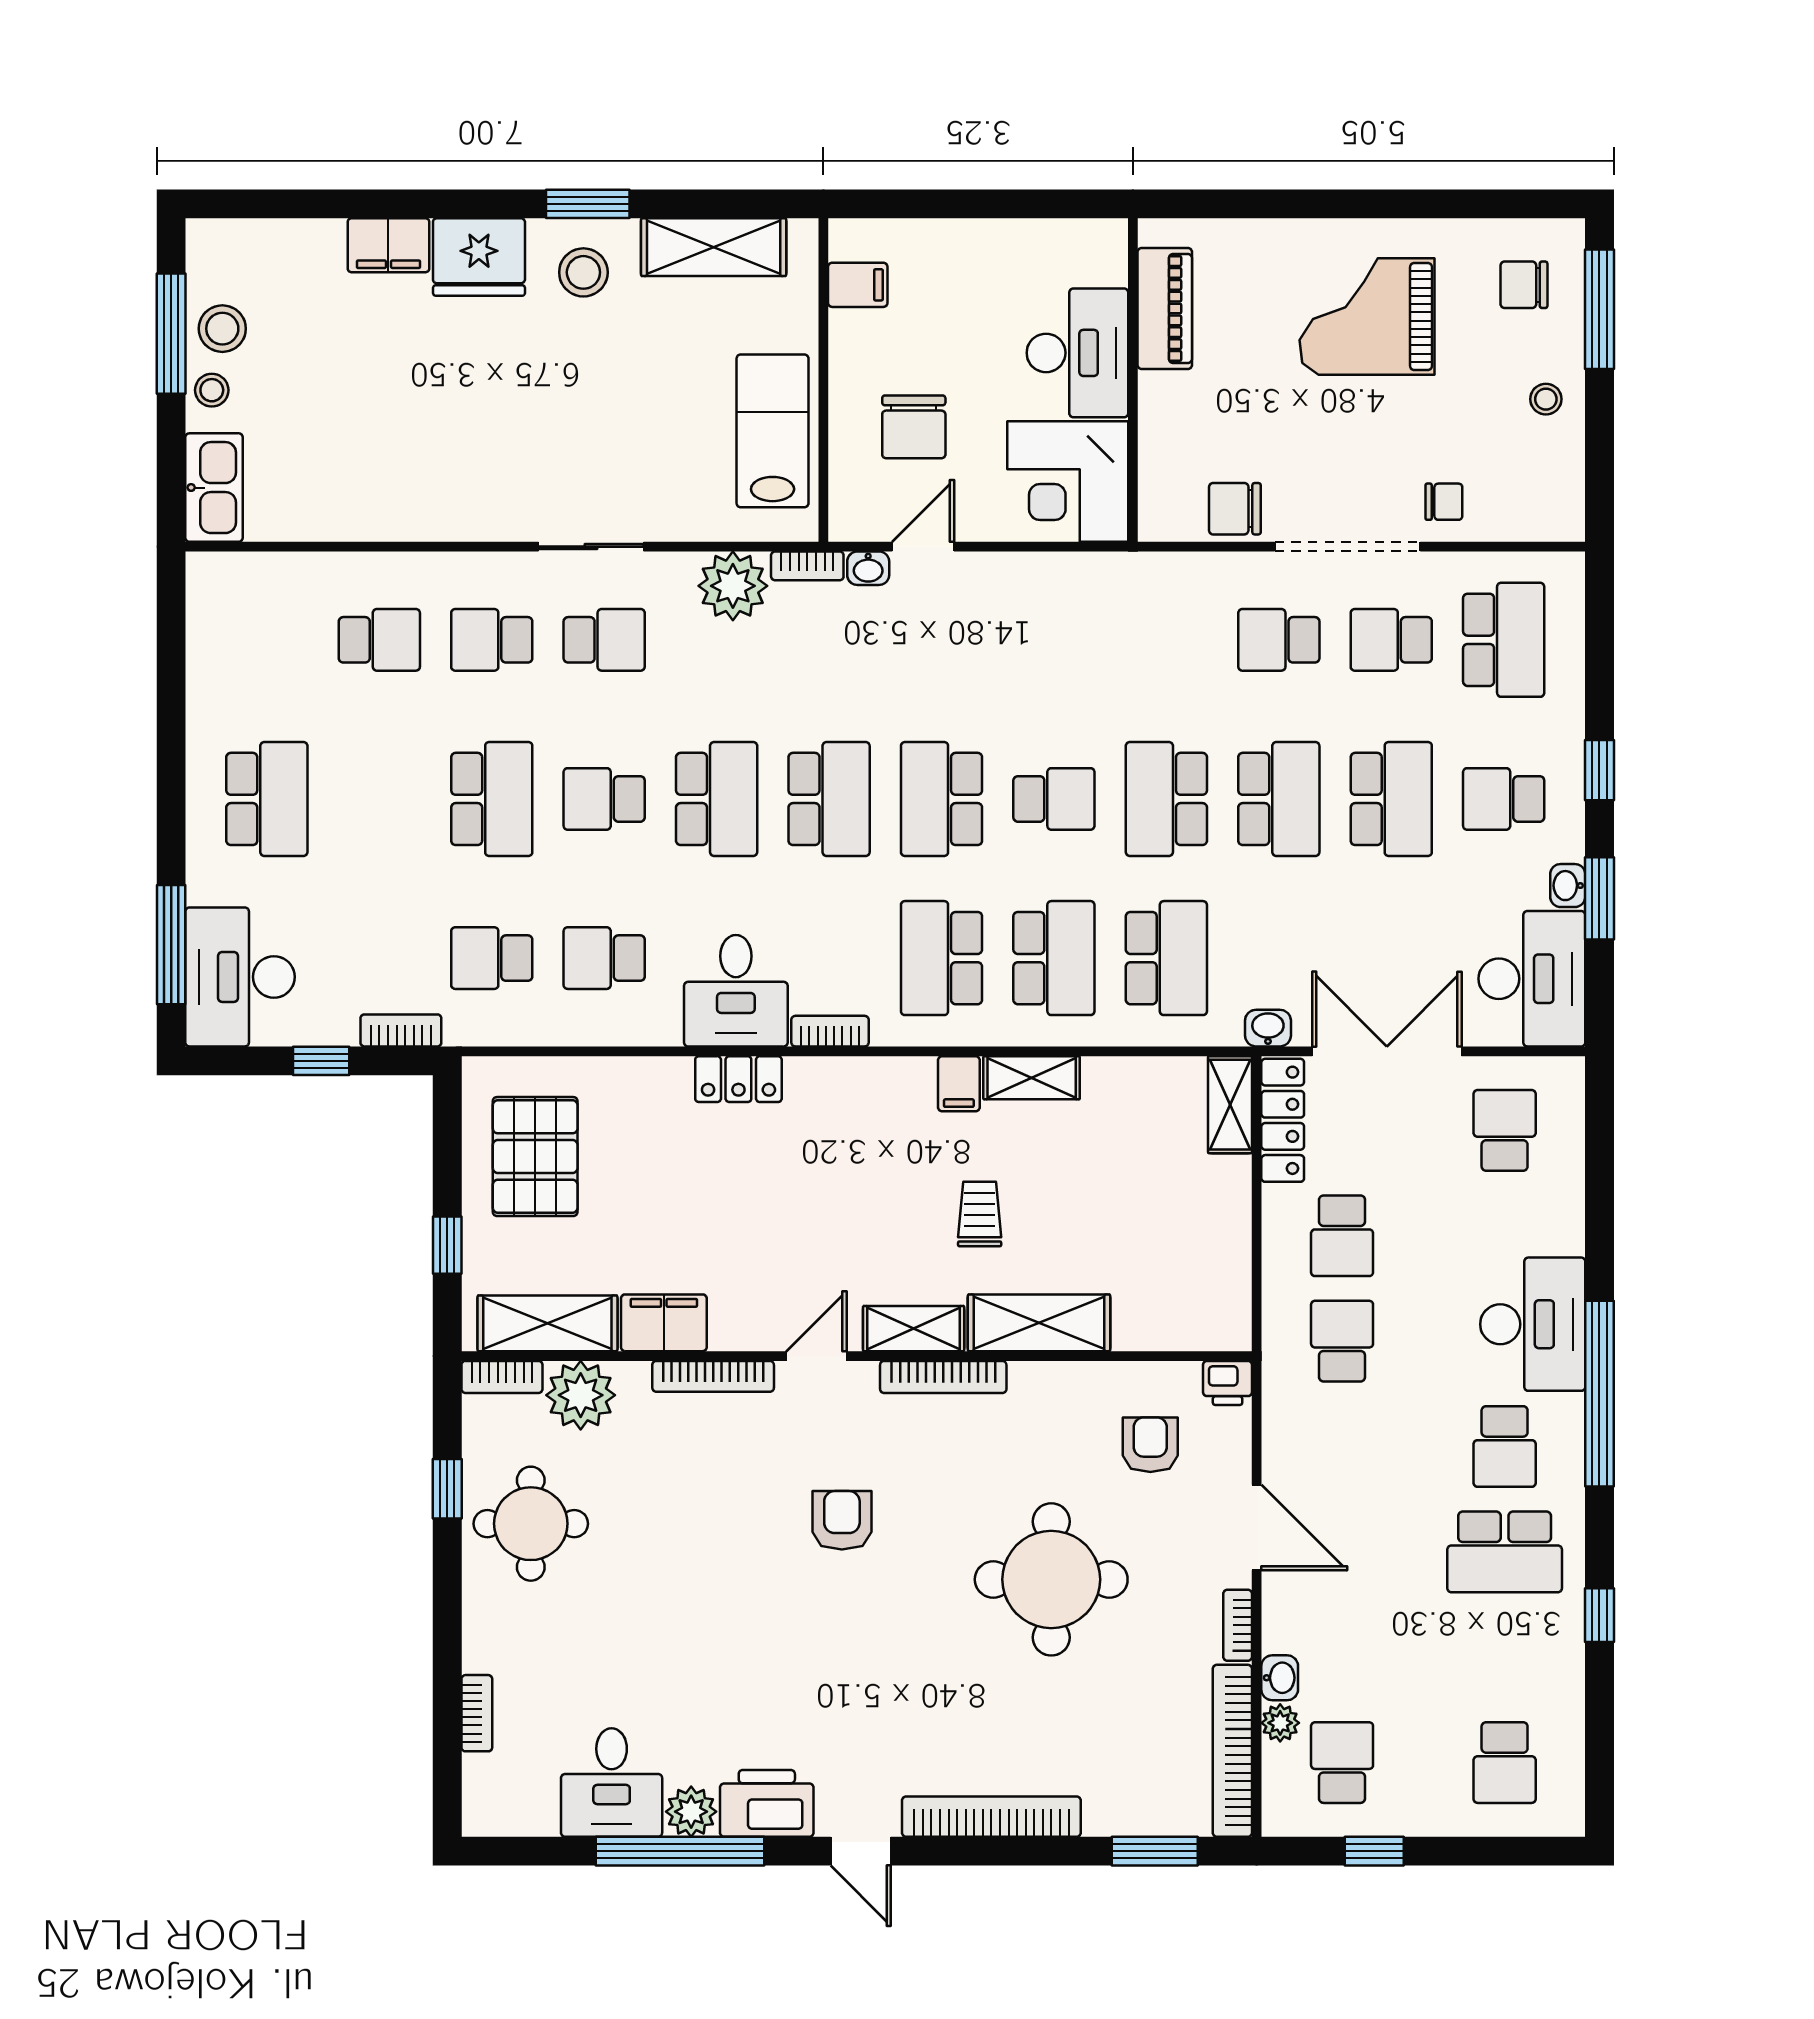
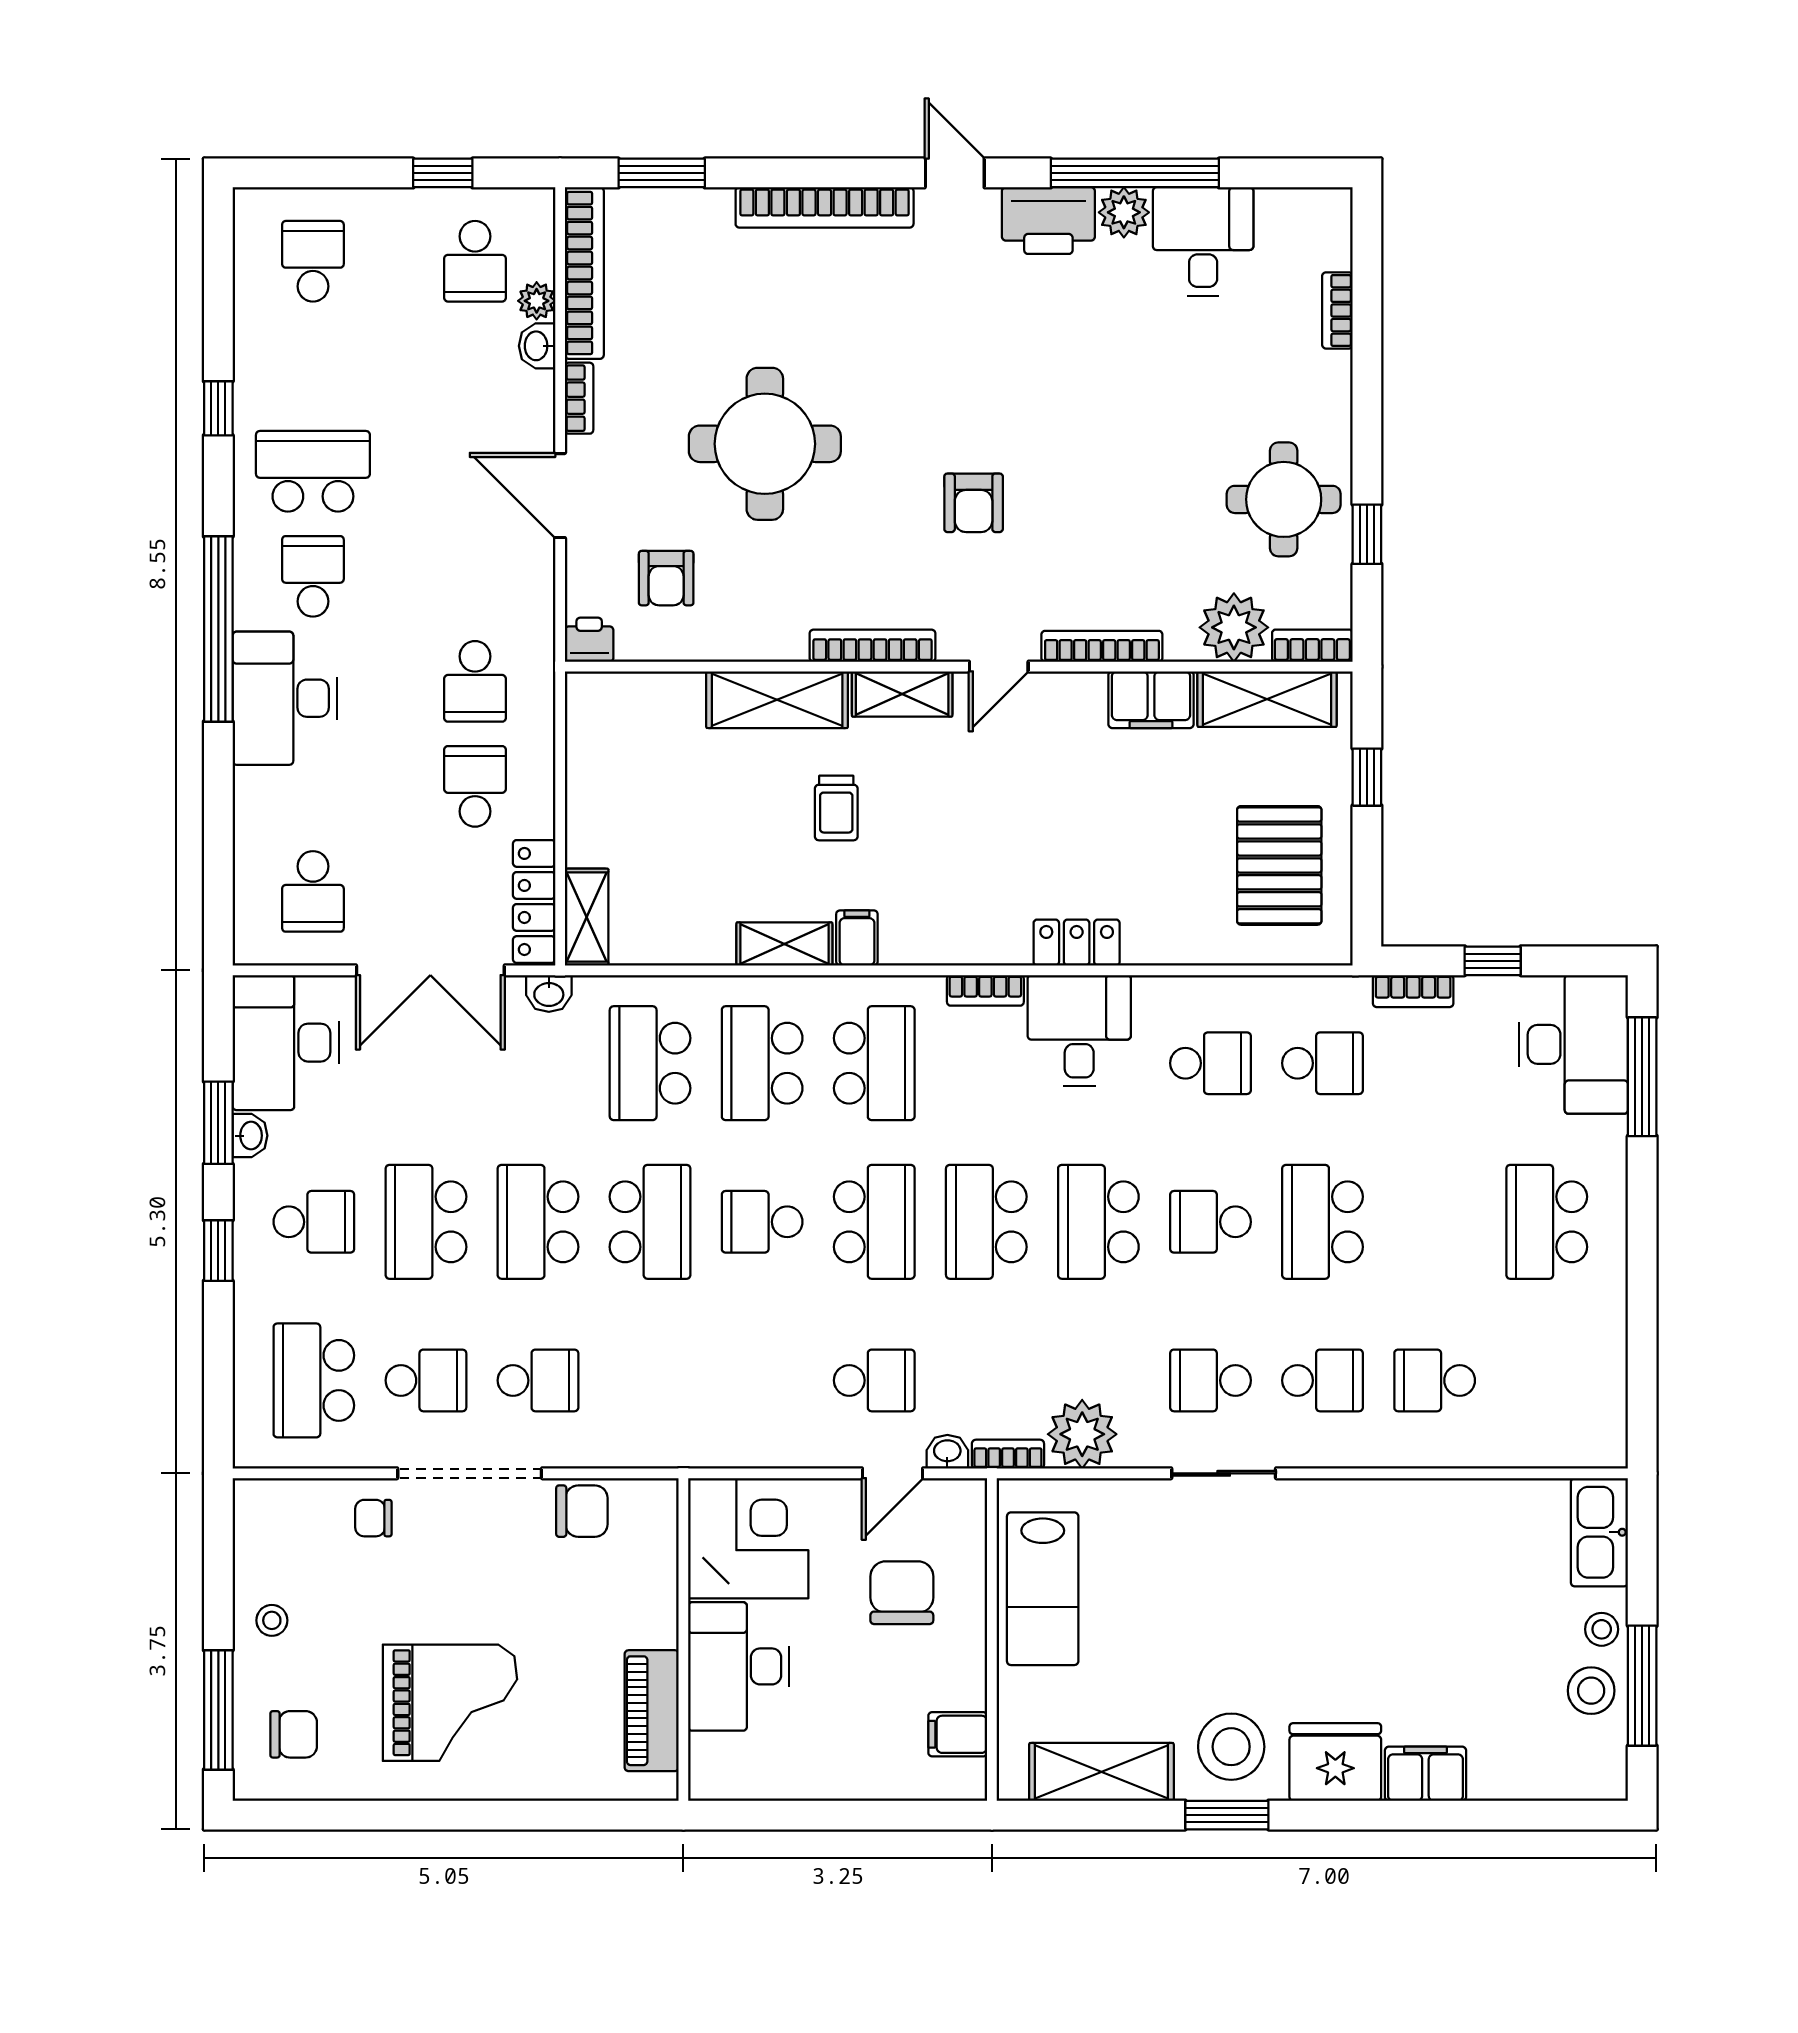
stool: (583, 272) -> (1231, 1747), width x1.38, depth x1.38
school desk: (942, 640) -> (874, 1380), added
school desk: (604, 799) -> (1210, 1222), turned 180

